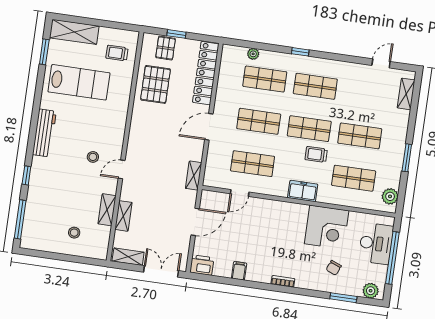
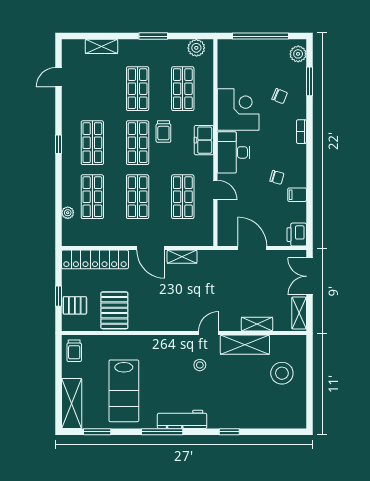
window: (300, 52) -> (58, 144), moved
trolley: (117, 53) -> (74, 351), moved
door: (381, 63) -> (58, 77), hinge flipped
lab bench: (79, 82) -> (124, 391), turned 180
pallet: (156, 84) -> (114, 310), turned 90
shelving: (406, 94) -> (101, 46), moved
door: (122, 169) -> (209, 333), swing flipped
shelving: (194, 176) -> (182, 257), moved
door: (240, 193) -> (215, 190), moved
shelving: (107, 210) -> (245, 345), width x1.50, depth x1.33
window: (20, 219) -> (162, 432), moved
stool: (74, 233) -> (282, 373), width x1.89, depth x1.89
desk: (376, 244) -> (234, 152), moved, turned -90
chair: (258, 254) -> (277, 177), added
bookcase: (283, 281) -> (301, 132), moved

